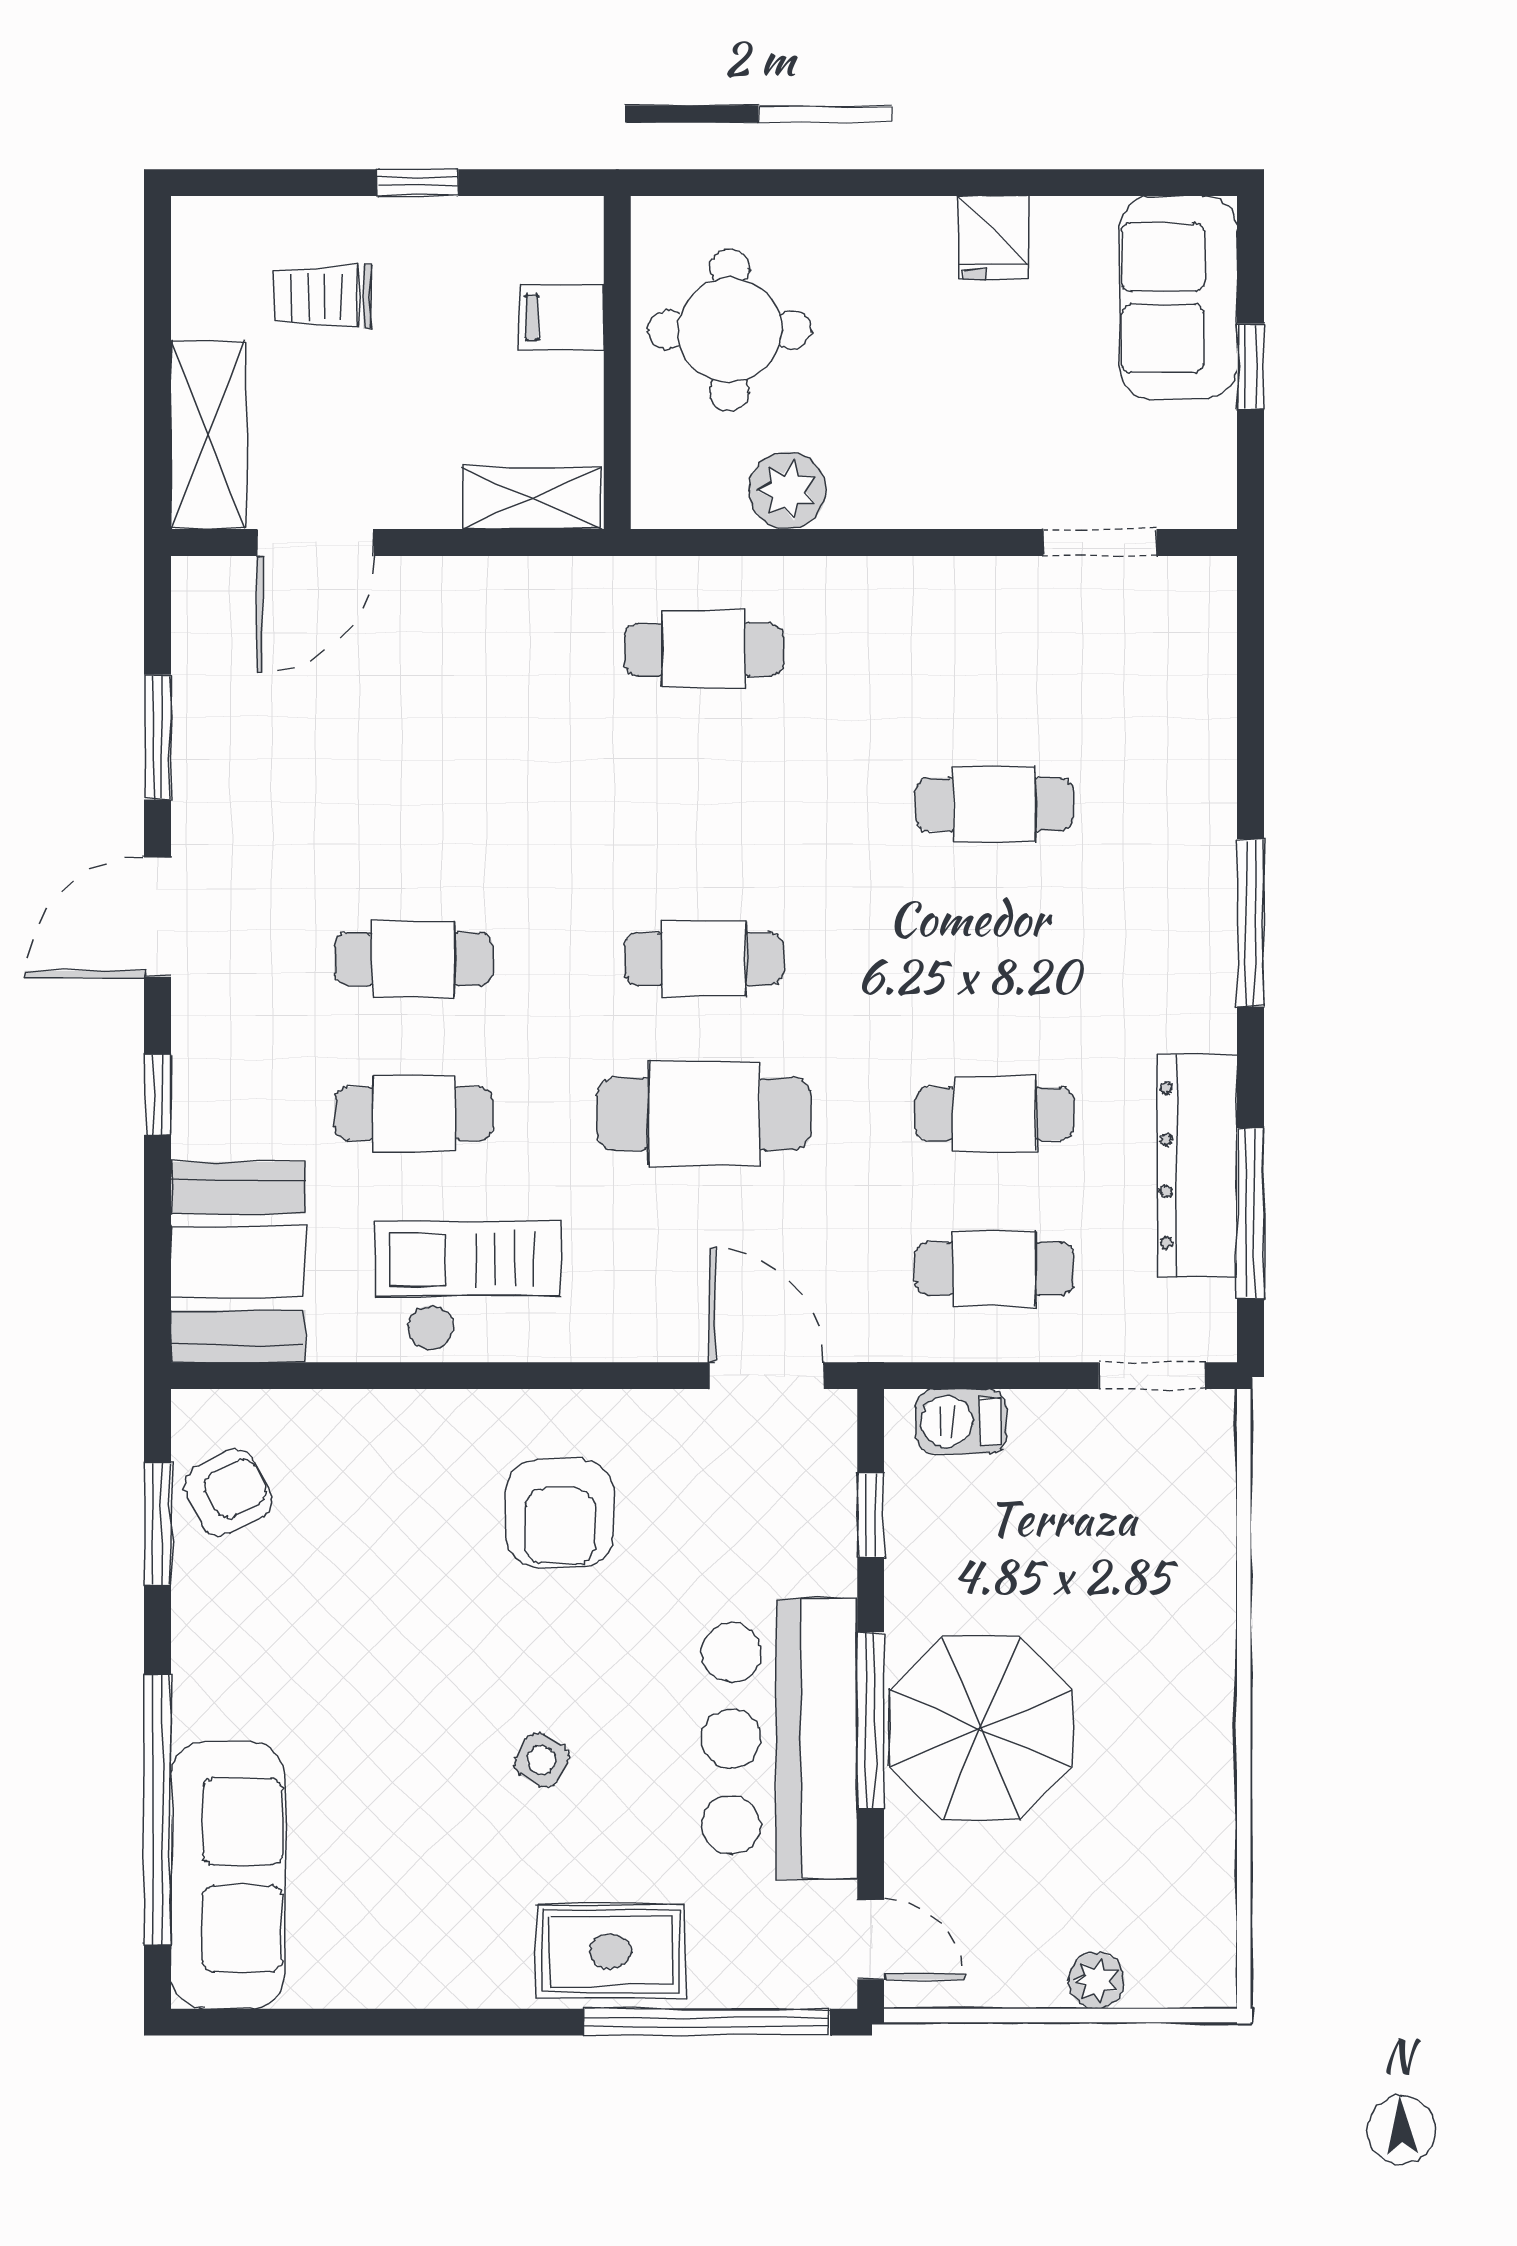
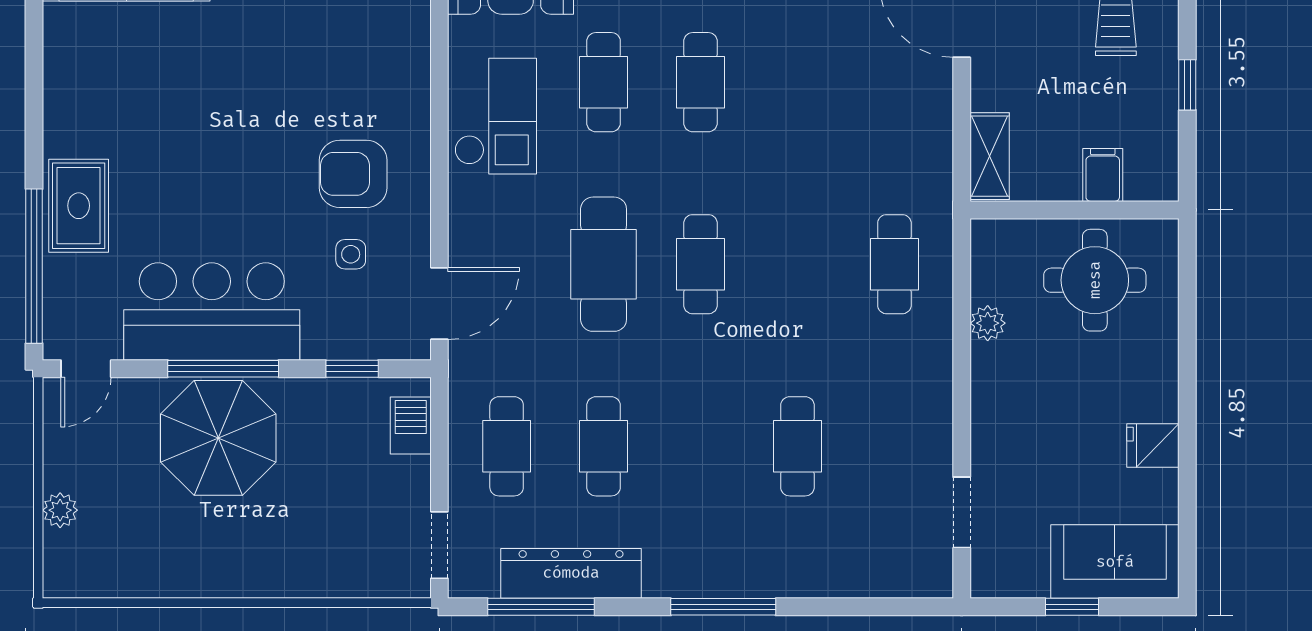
plant: (787, 490) -> (988, 323), width x0.73, depth x0.73
side table: (541, 1760) -> (351, 254), moved, turned -30

